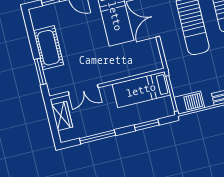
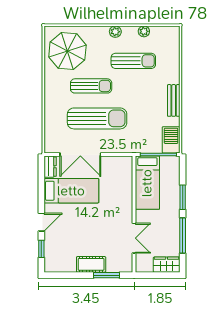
cot: (48, 48) -> (91, 264), width x0.73, depth x0.75
wardrobe: (62, 116) -> (167, 265), moved
window: (147, 125) -> (183, 197), moved

